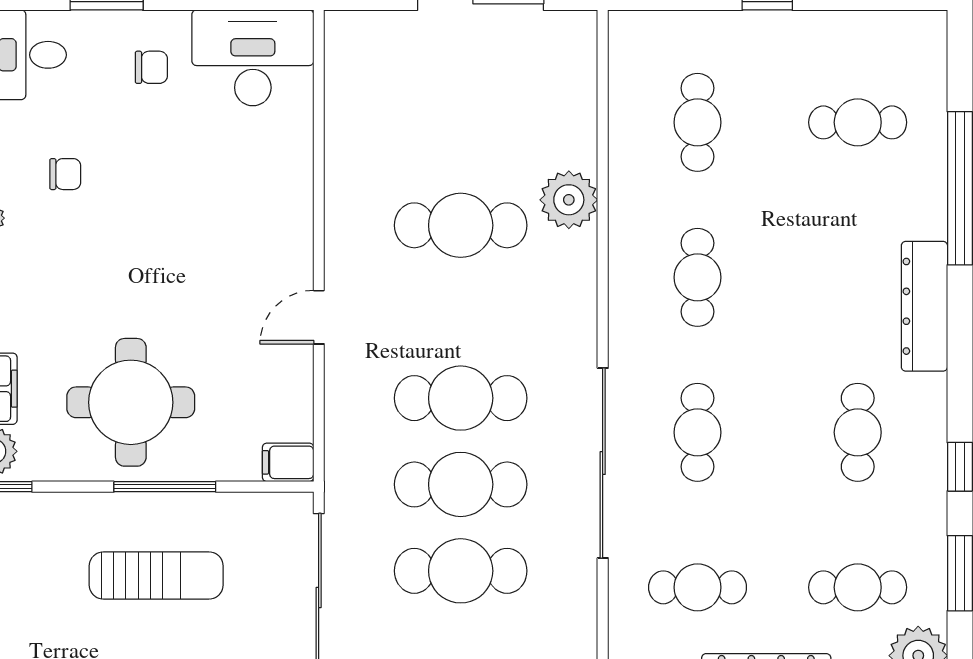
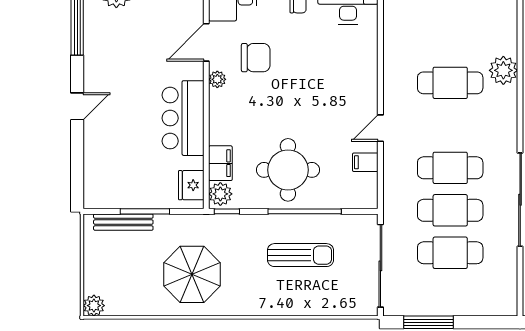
chair: (65, 174) -> (256, 58), width x1.87, depth x1.87
filing cabinet: (288, 462) -> (365, 162), moved
window: (165, 487) -> (305, 211), width x1.46

